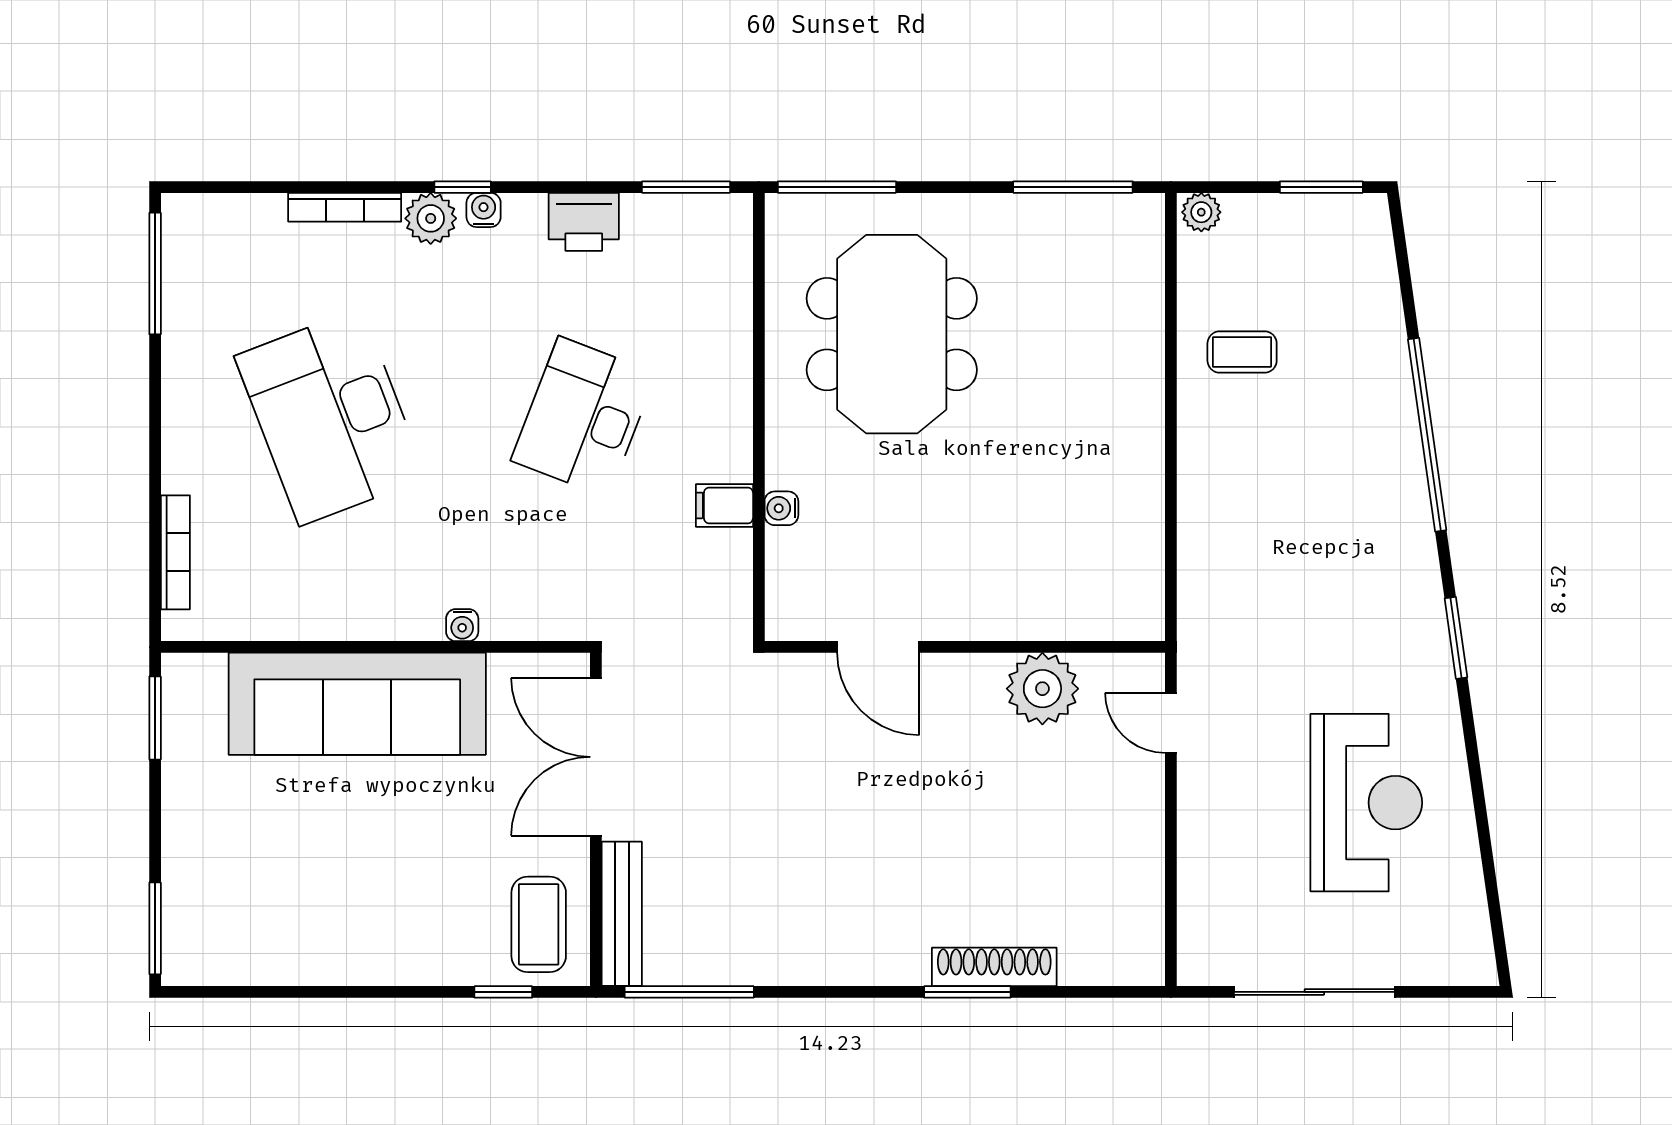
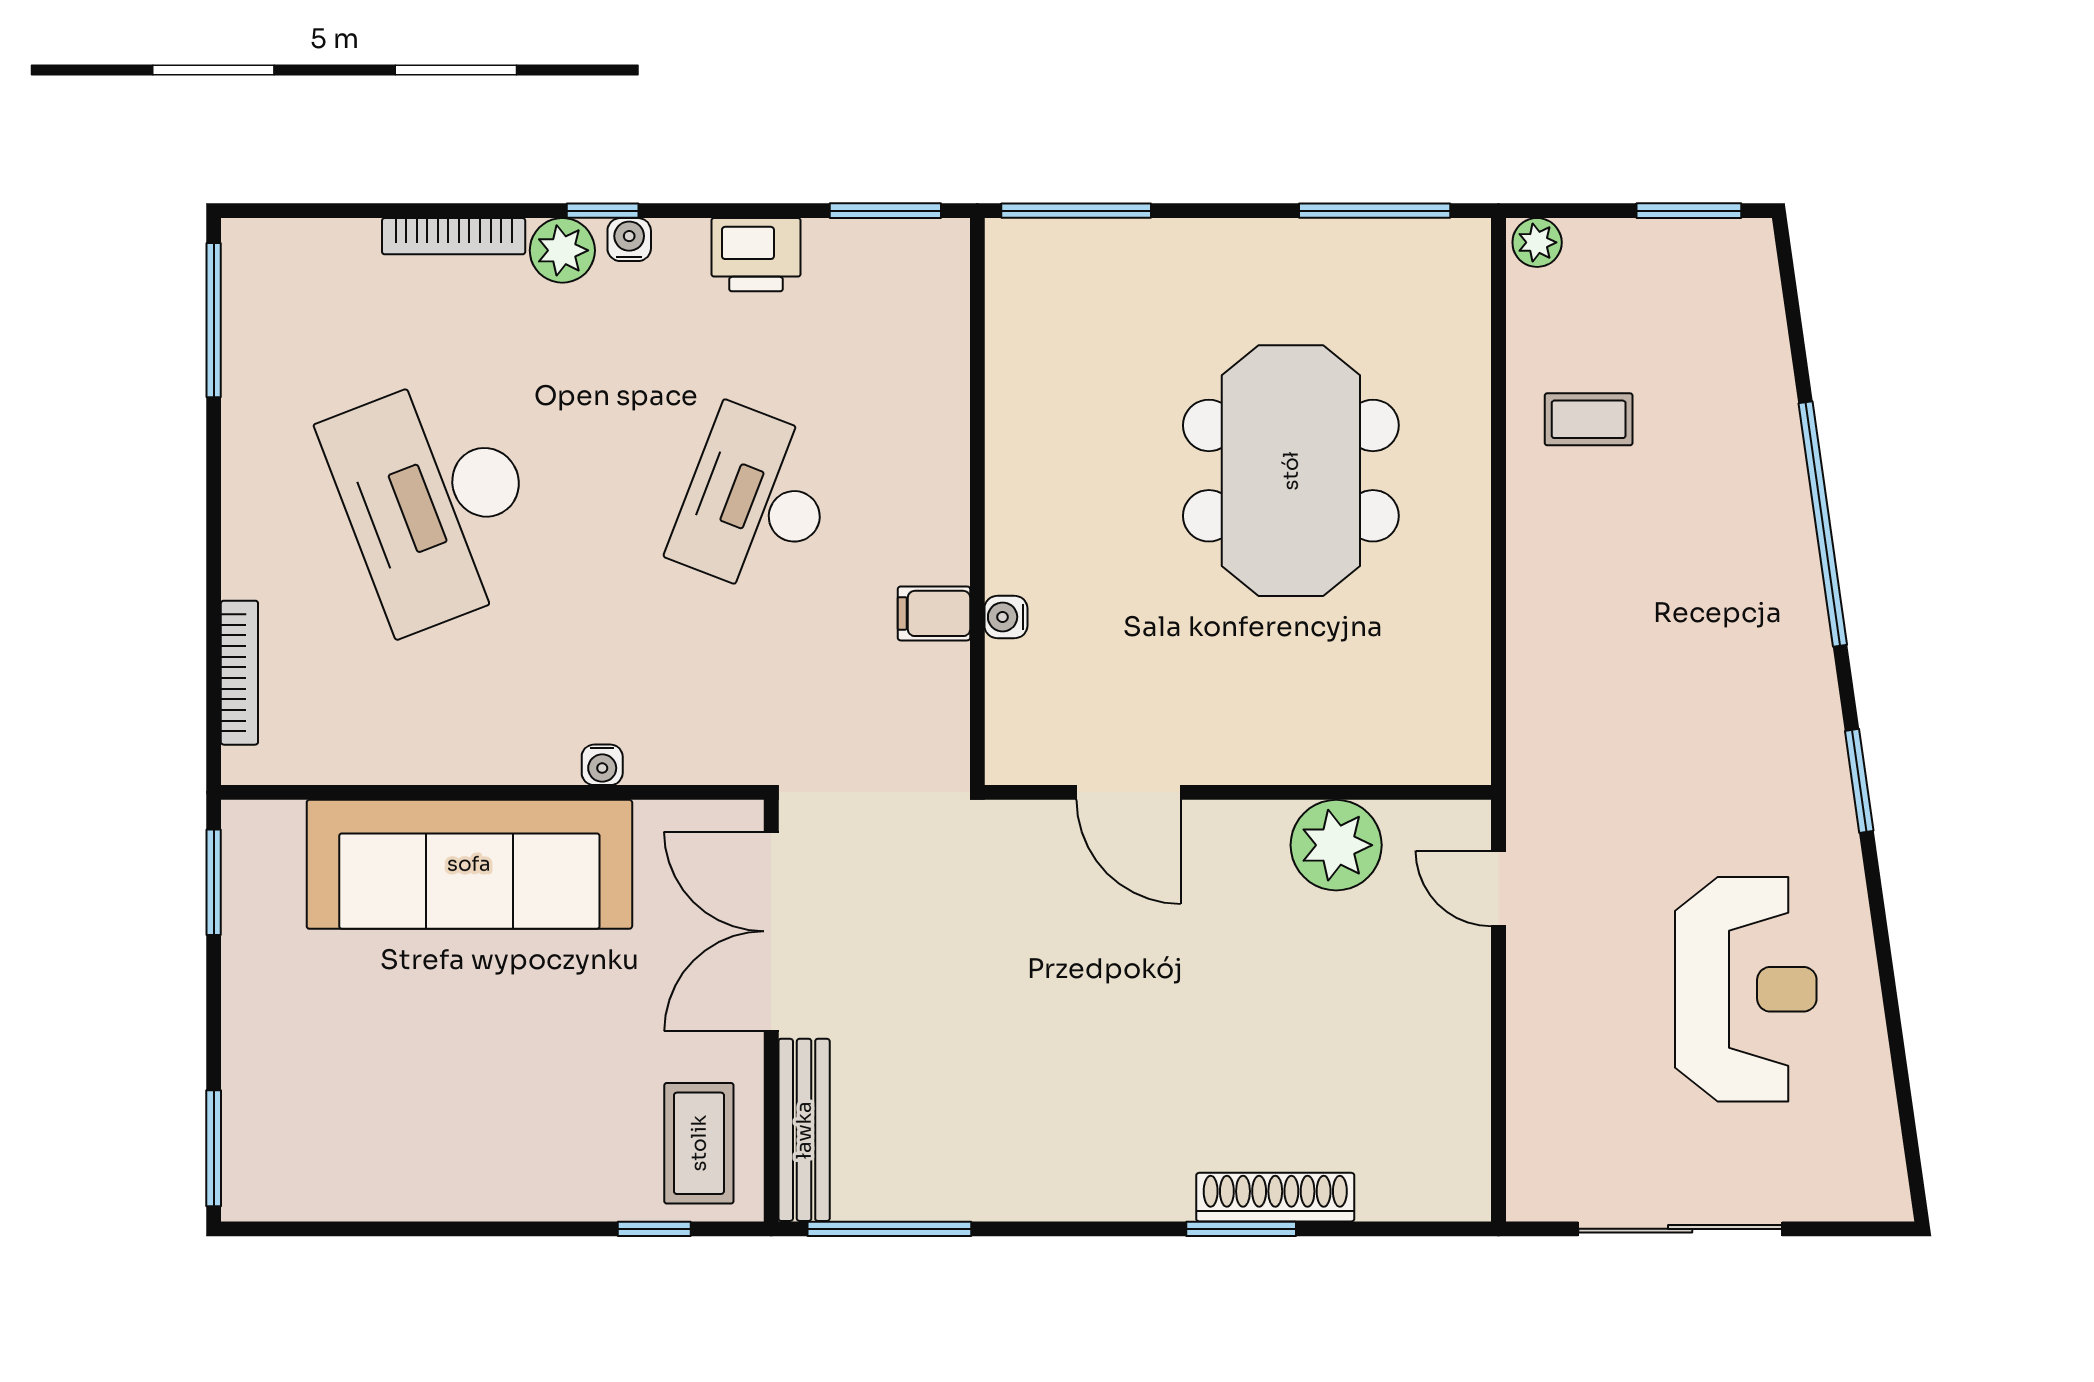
meeting table: (892, 334) -> (1291, 471), moved

